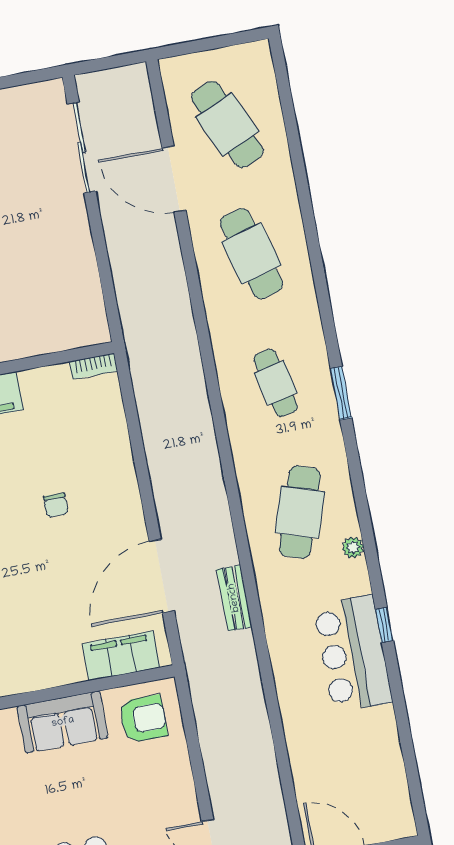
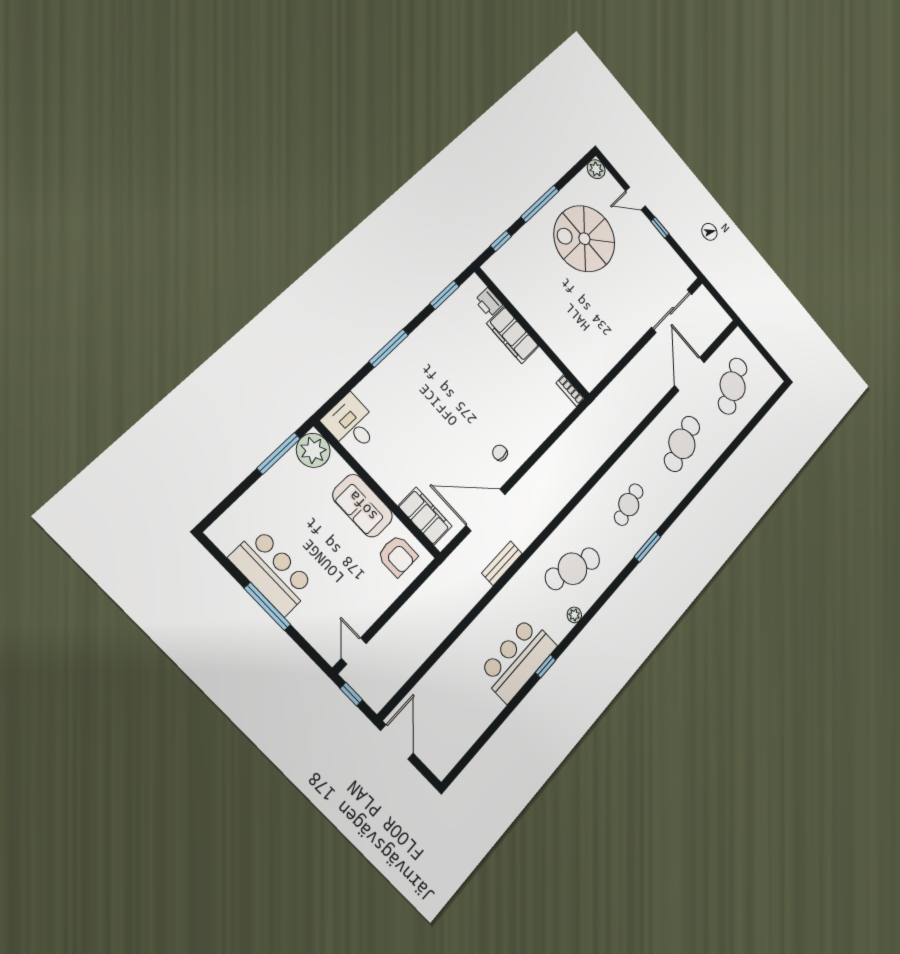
chair: (56, 505) -> (500, 453), moved, turned 90

